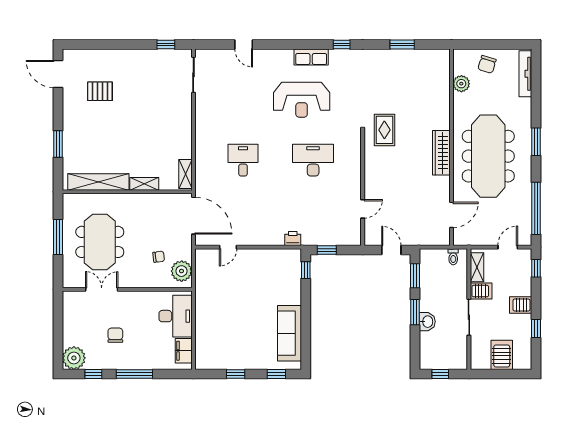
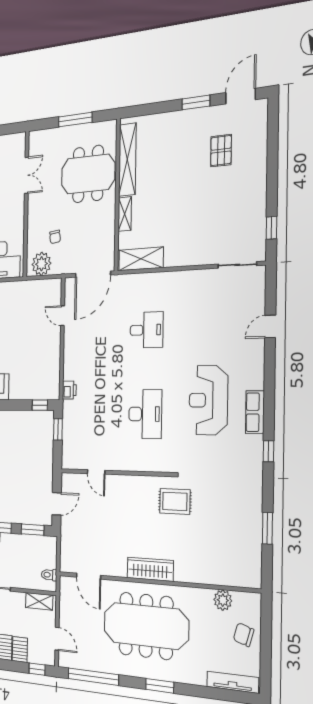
window: (58, 144) -> (196, 102), moved
shelving: (185, 174) -> (141, 259), width x1.50, depth x1.33
meeting table: (100, 242) -> (88, 174), moved
server rack: (481, 291) -> (20, 650), moved, turned 180

